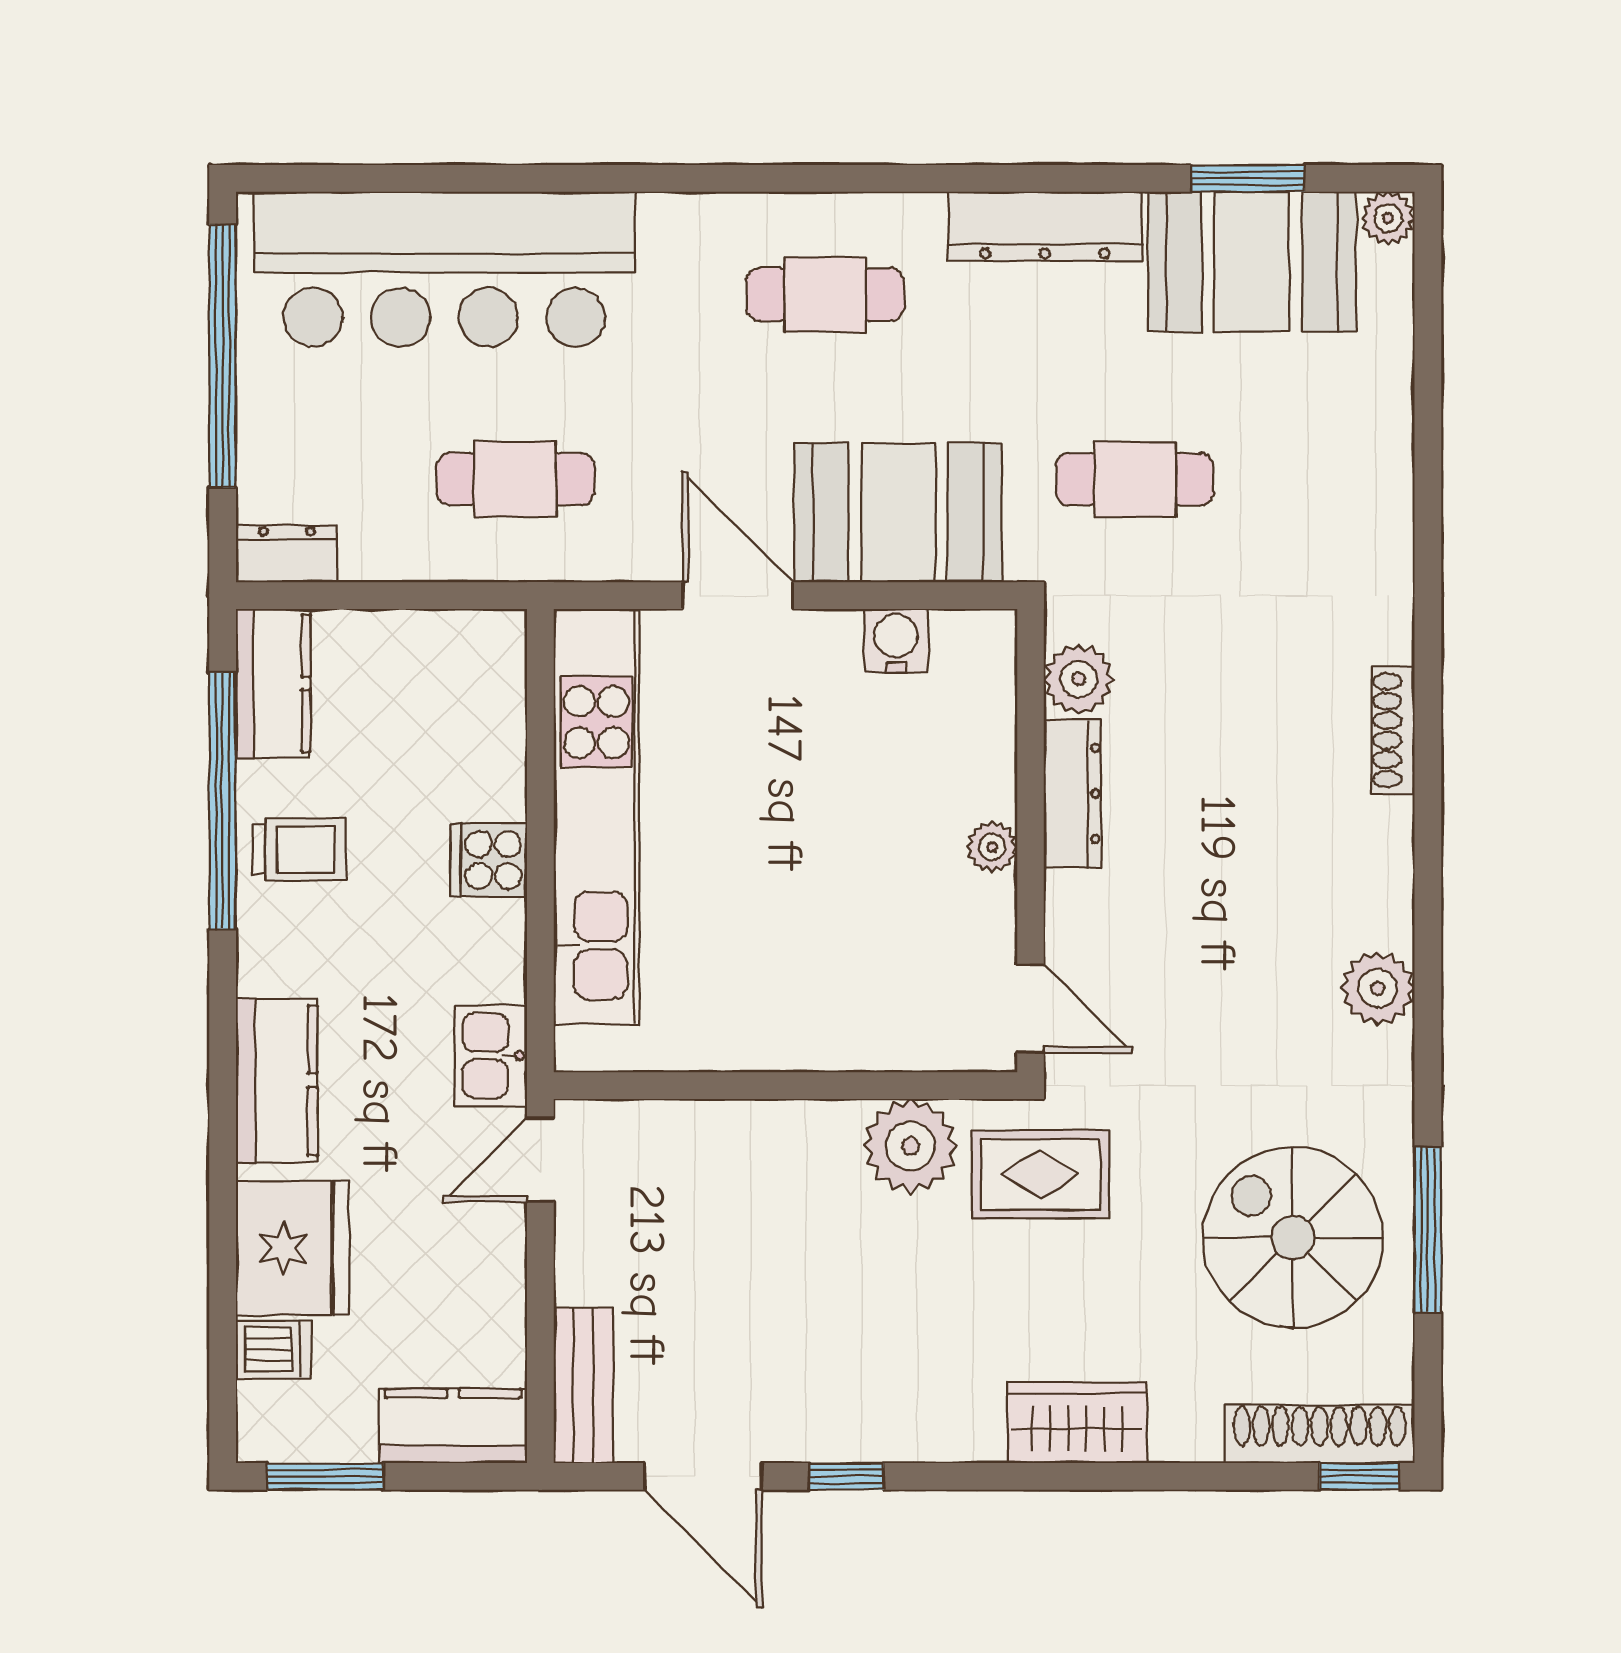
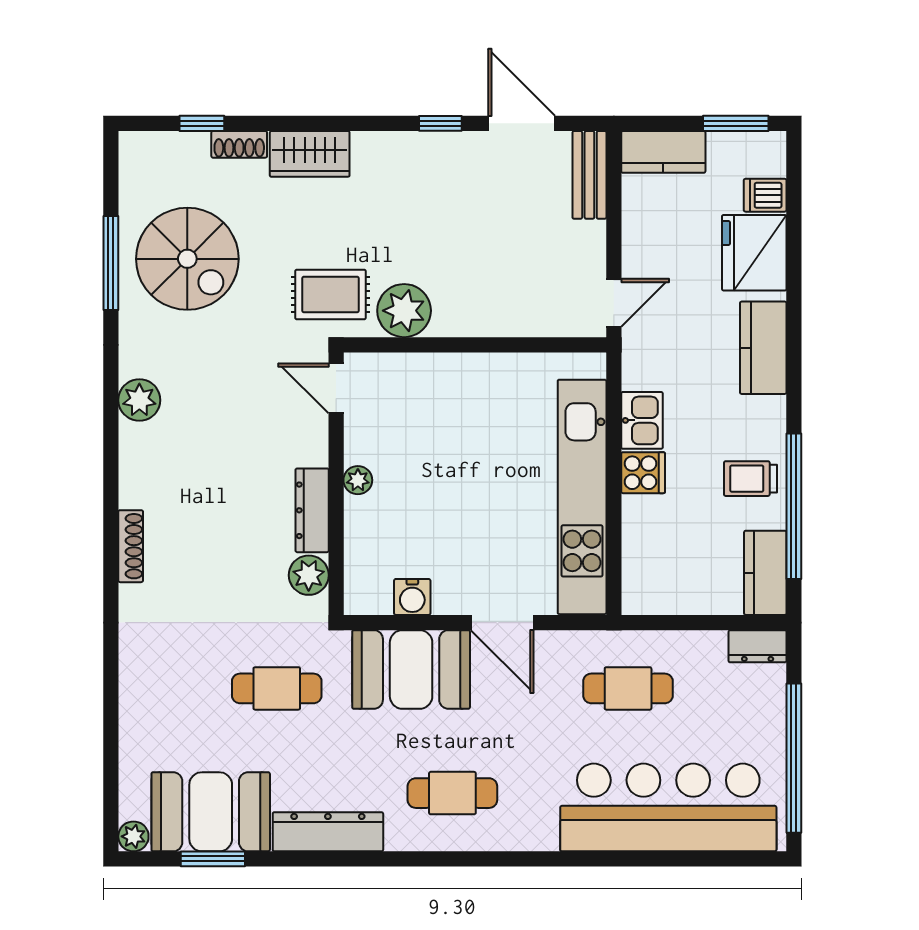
kitchen sink: (491, 1056) -> (642, 420), moved
shoe rack: (1320, 1434) -> (239, 144), moved, width x0.51, depth x0.81
window: (1359, 1476) -> (202, 123), moved

